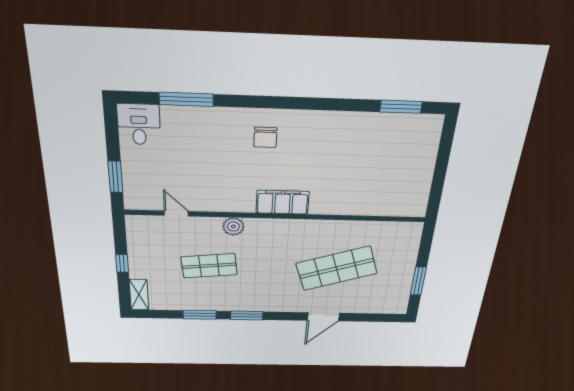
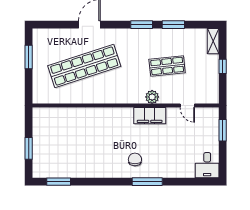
window: (186, 99) -> (147, 182), moved
window: (443, 160) -> (29, 148), added
filing cabinet: (282, 202) -> (150, 116), moved
shop shelf: (337, 268) -> (84, 66), width x1.40

